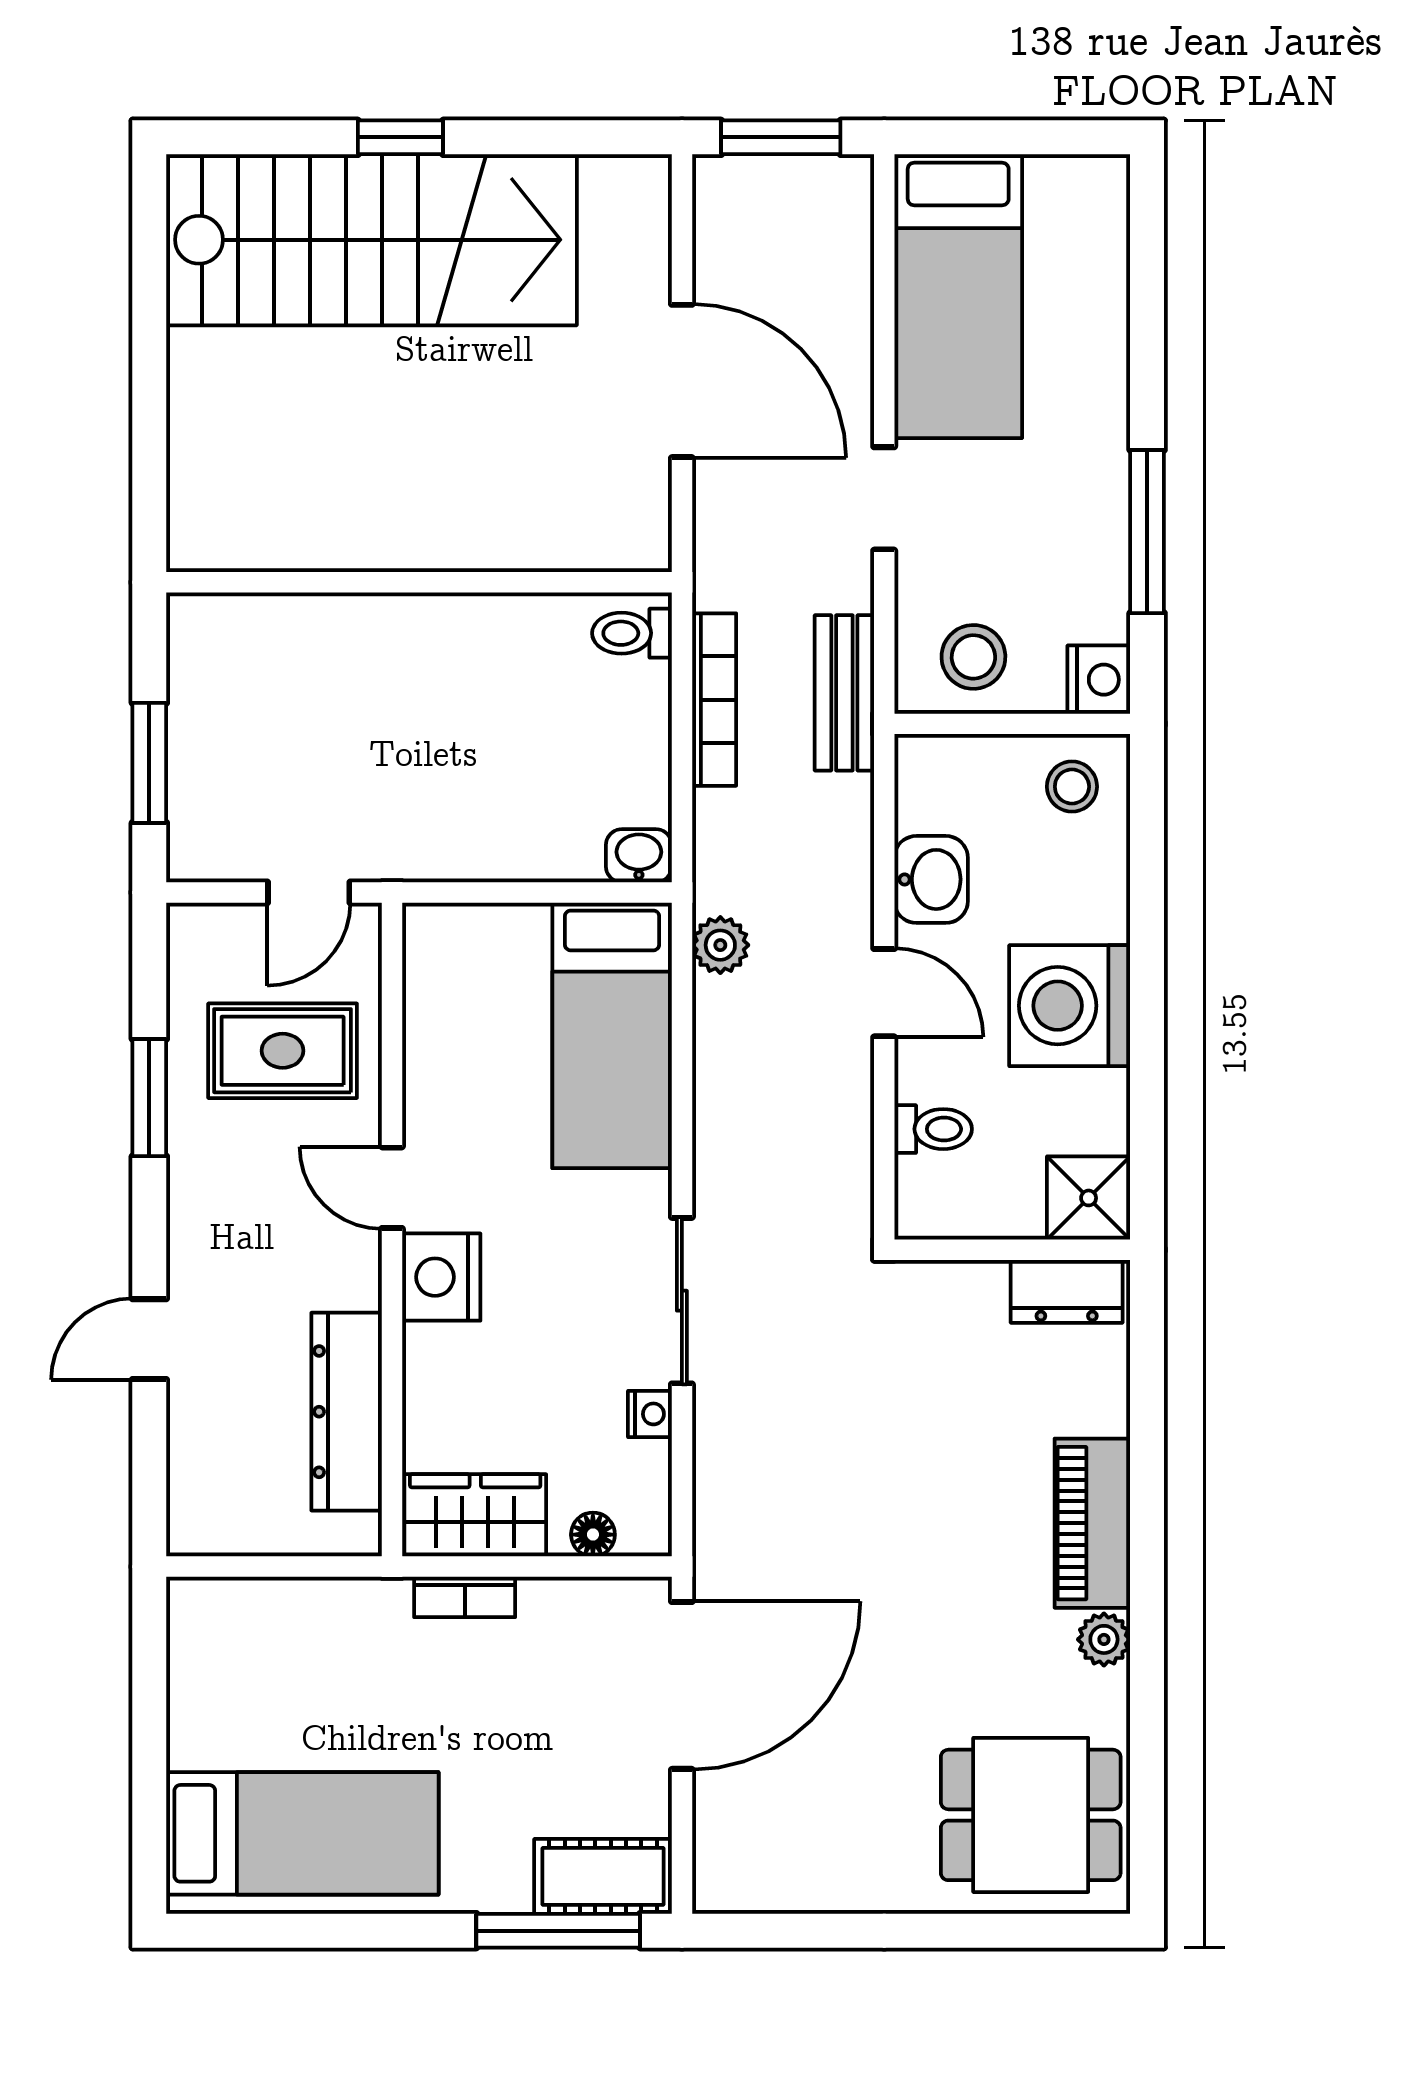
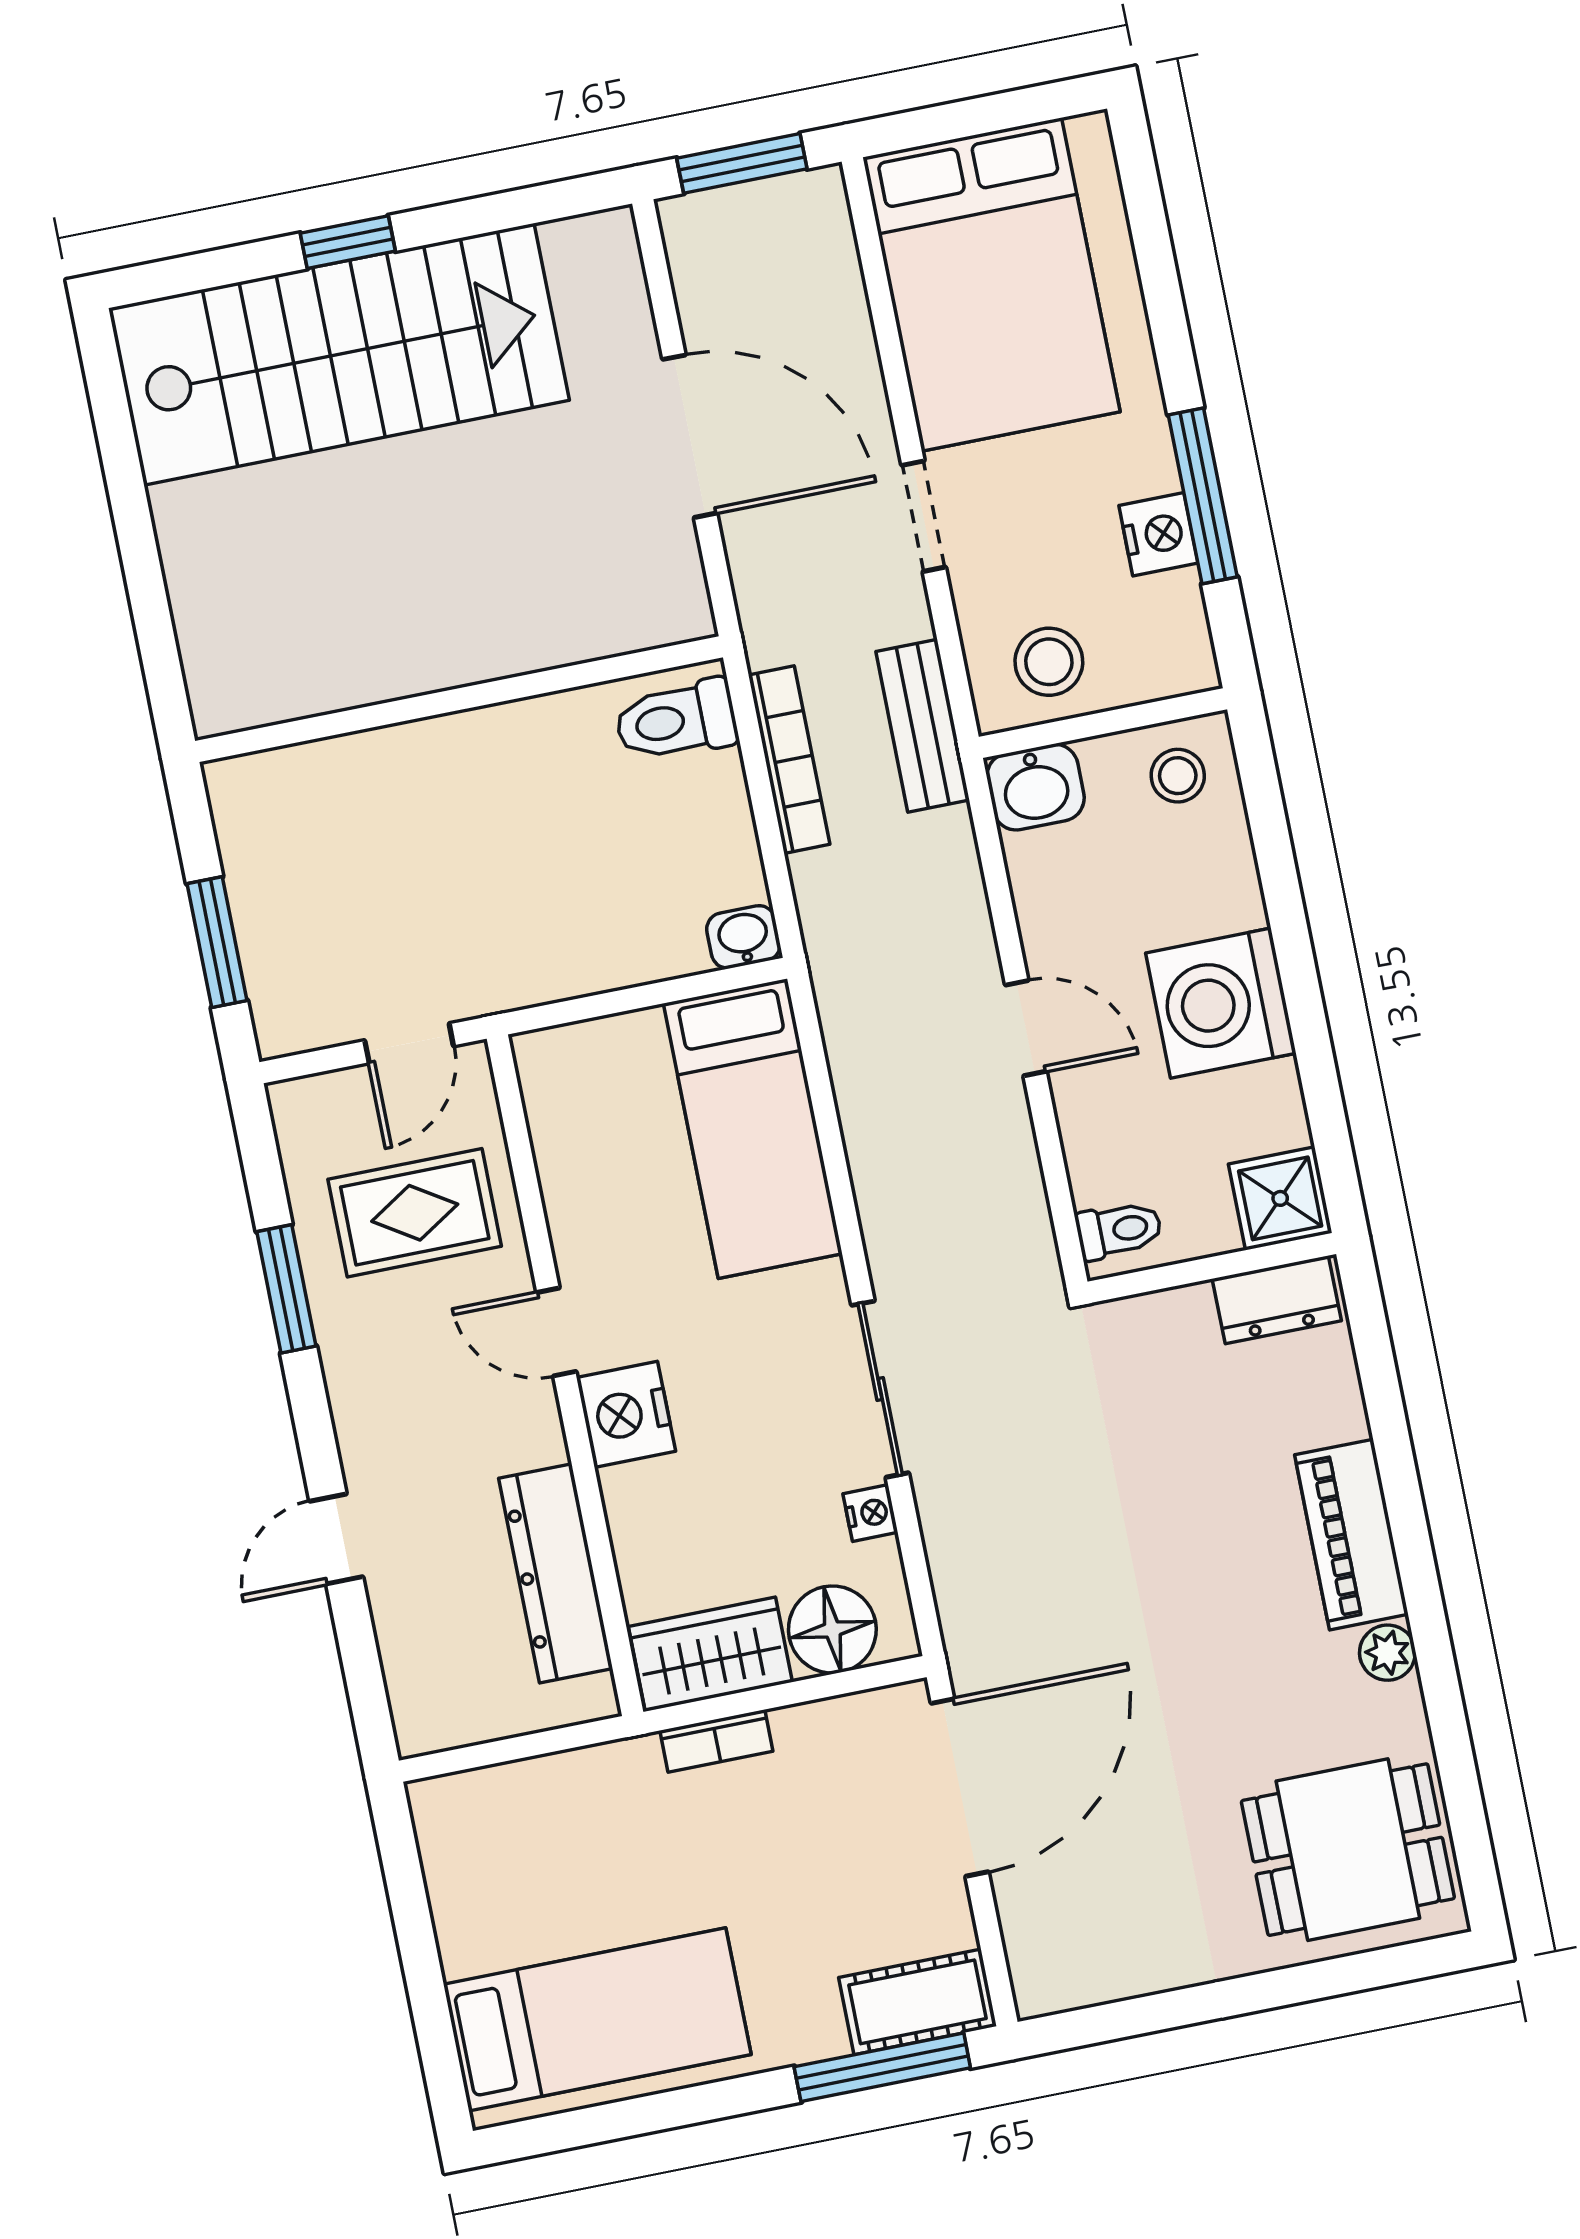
bed: (958, 296) -> (991, 285), width x1.50
toilet: (632, 633) -> (676, 720), width x1.37, depth x1.39
nightstand: (1099, 680) -> (1158, 534), moved
washbasin: (931, 879) -> (1036, 787), moved, turned 90
plant: (720, 945) -> (846, 1013), removed
toilet: (933, 1129) -> (1119, 1230), moved
floor lamp: (593, 1535) -> (832, 1630), width x1.89, depth x1.89

